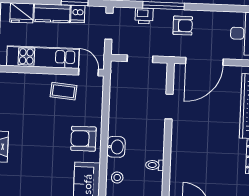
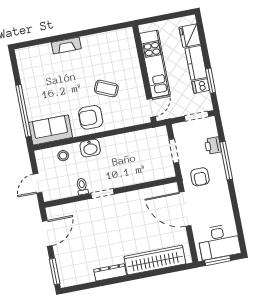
armchair: (183, 26) -> (200, 177), moved
coffee table: (63, 91) -> (106, 89), moved, turned -71
doorway: (169, 106) -> (102, 194), moved
armchair: (83, 139) -> (91, 117), turned -90

